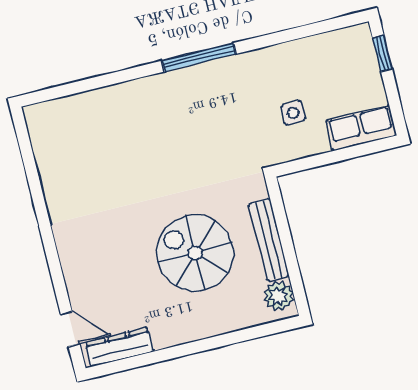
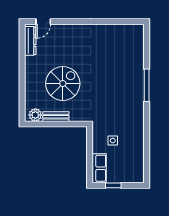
window: (382, 53) -> (113, 185), moved
window: (199, 57) -> (147, 85), moved
bench: (269, 240) -> (56, 117), width x0.73

